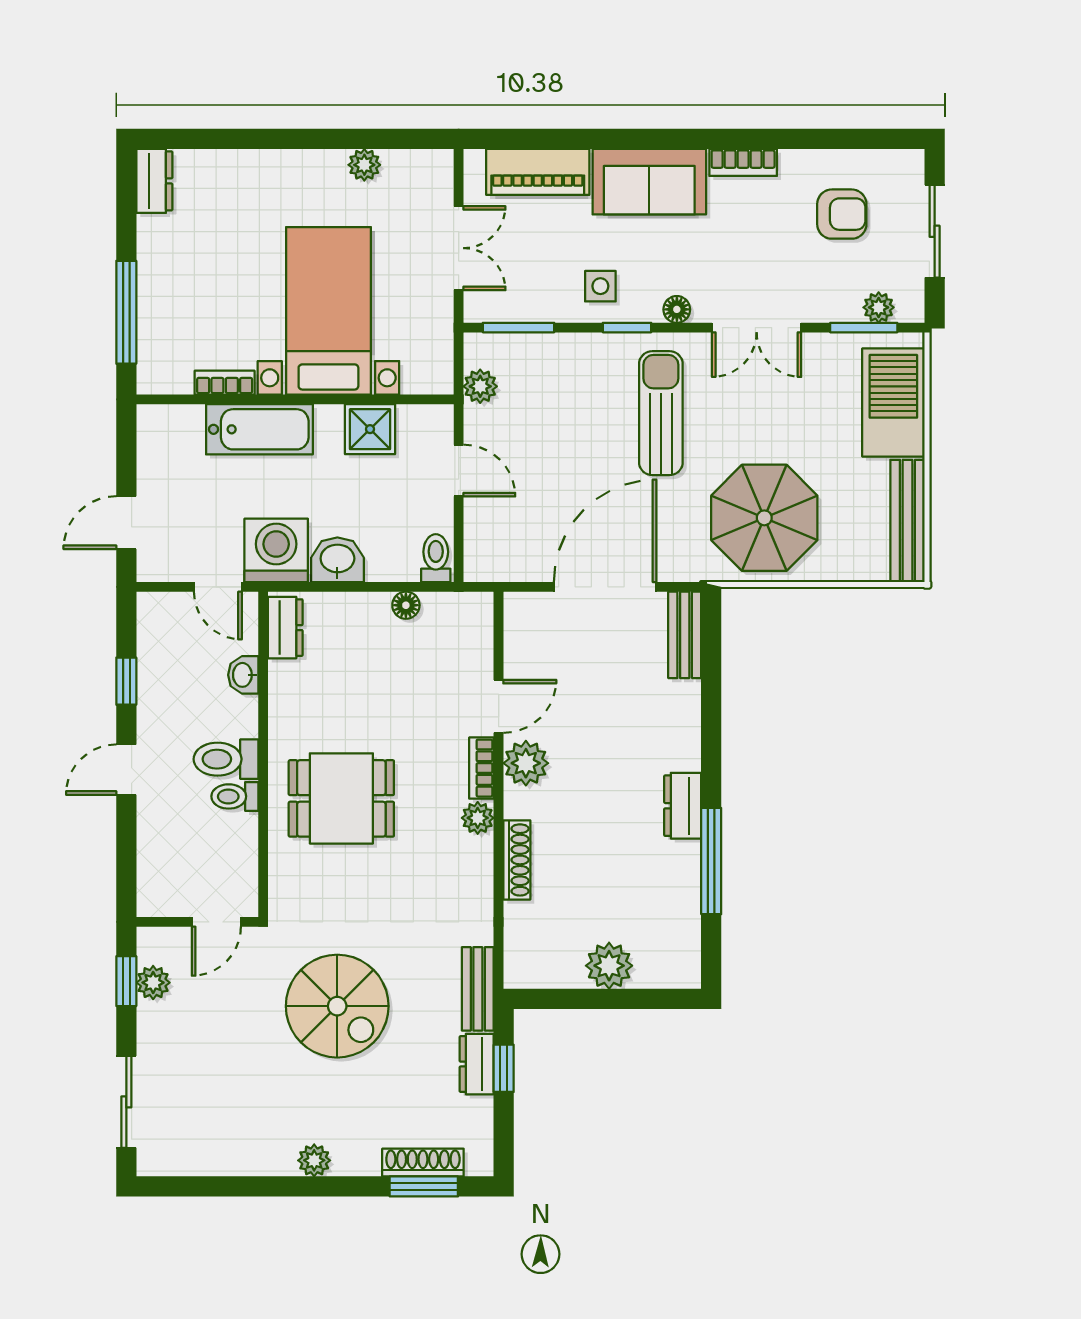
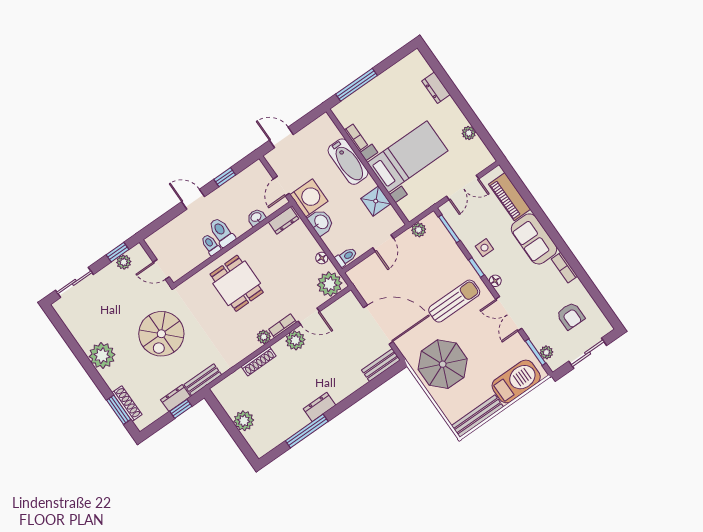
dresser: (154, 181) -> (436, 88), moved, turned 90
plant: (465, 625) -> (330, 284), added
plant: (314, 1160) -> (102, 356), width x1.87, depth x1.87

